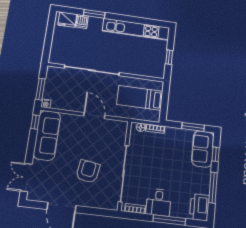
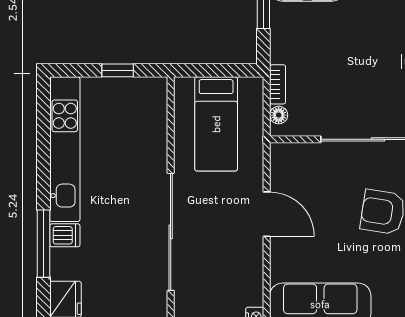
window: (94, 14) -> (43, 244), width x1.44
dishwasher: (82, 21) -> (65, 235), moved
door: (94, 116) -> (267, 214), swing flipped

